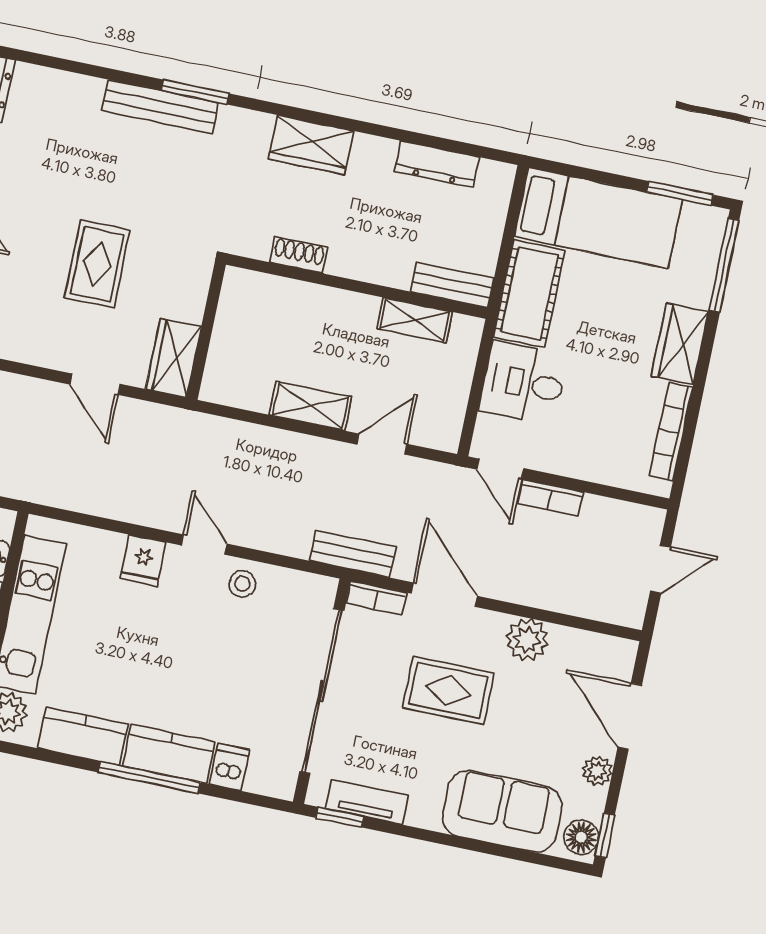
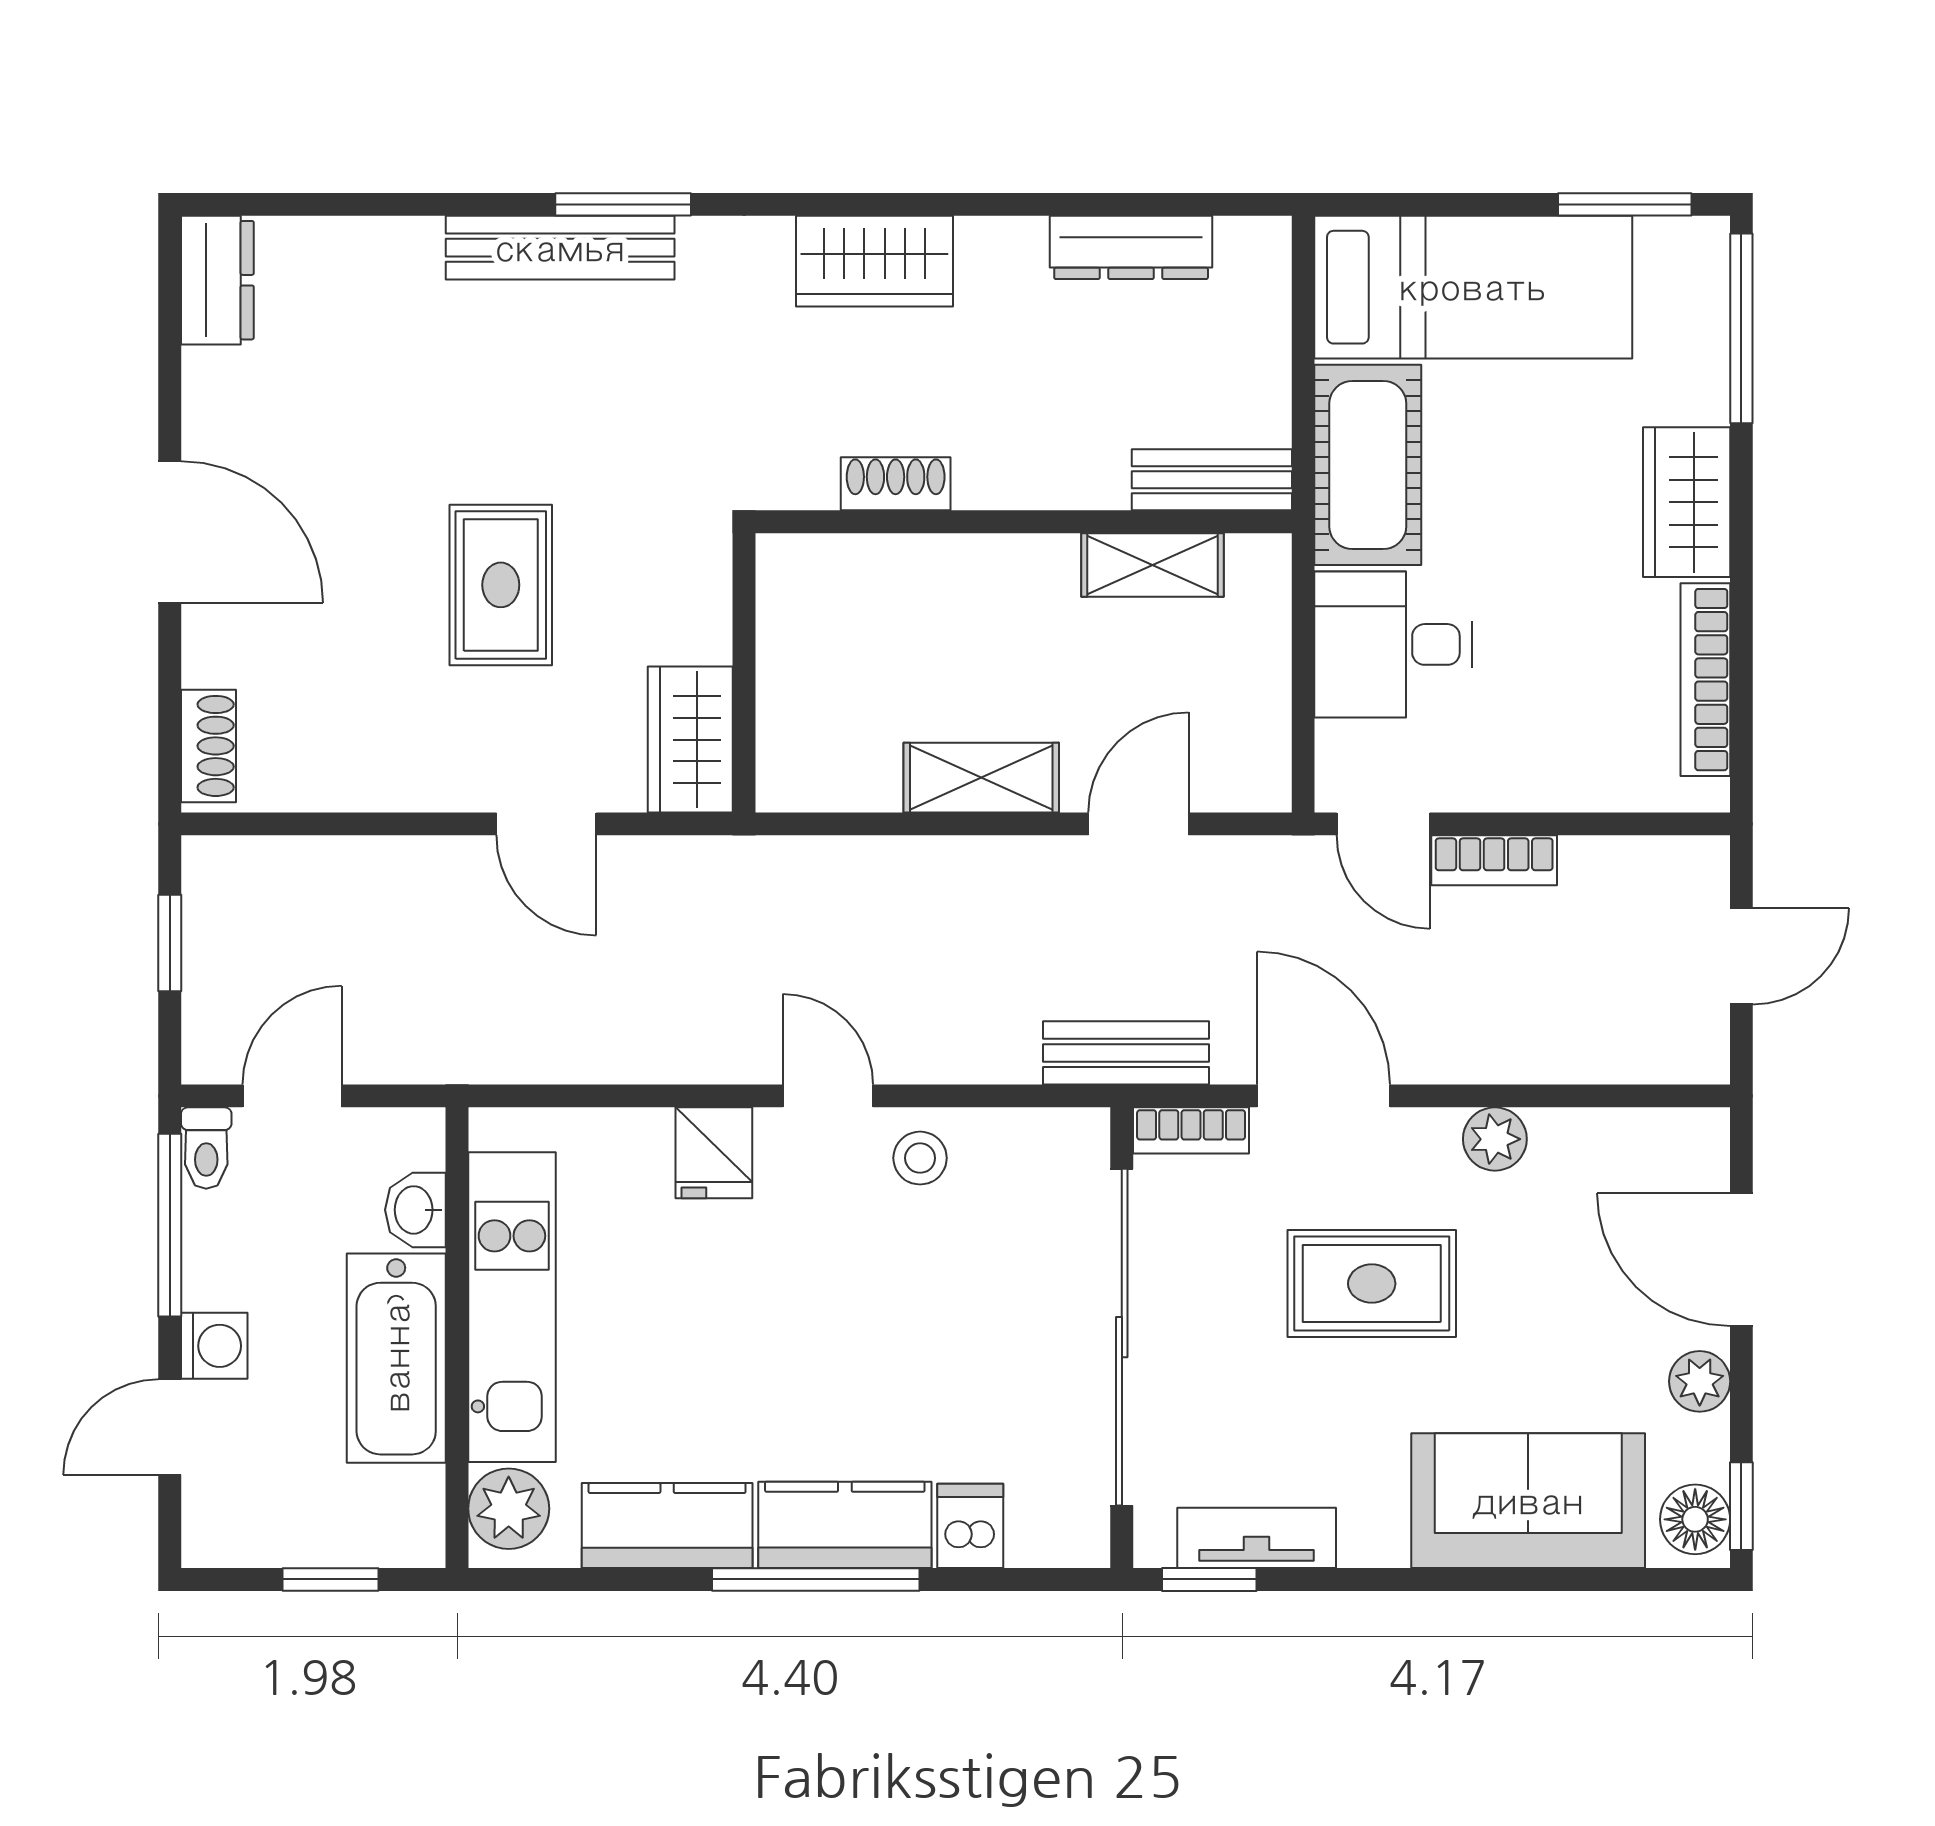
plant: (527, 640) -> (1495, 1139), width x0.73, depth x0.73

